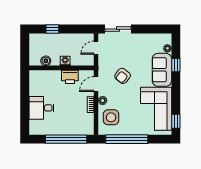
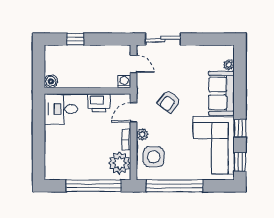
door: (96, 48) -> (134, 64), swing flipped
boiler: (46, 61) -> (51, 81), moved
washing machine: (65, 61) -> (124, 82), moved
window: (176, 65) -> (240, 128), moved
desk: (42, 108) -> (61, 109), moved
plant: (85, 122) -> (119, 163), added

